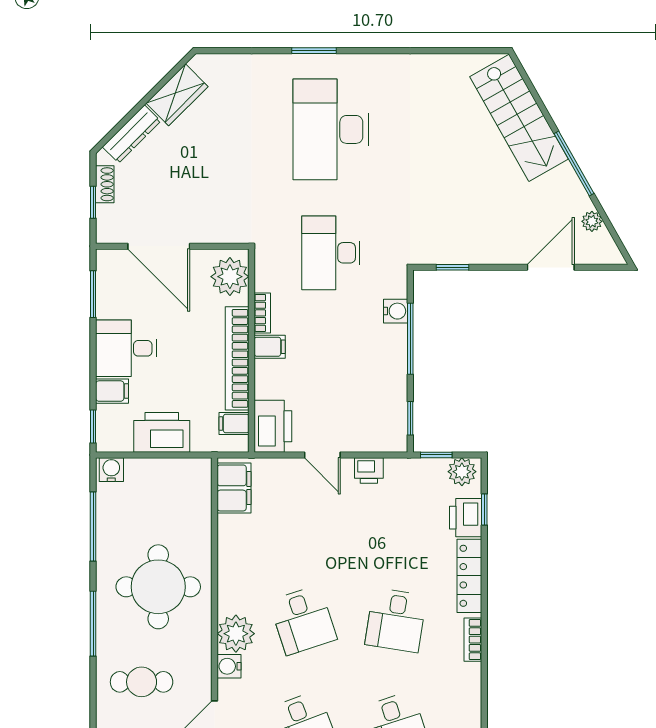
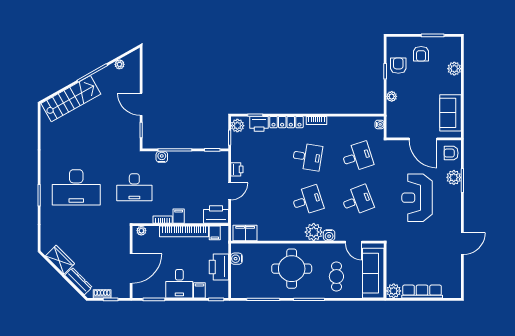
door: (551, 267) -> (141, 104), moved
plant: (230, 277) -> (141, 231), width x0.53, depth x0.53
water cooler: (111, 470) -> (236, 259), moved

